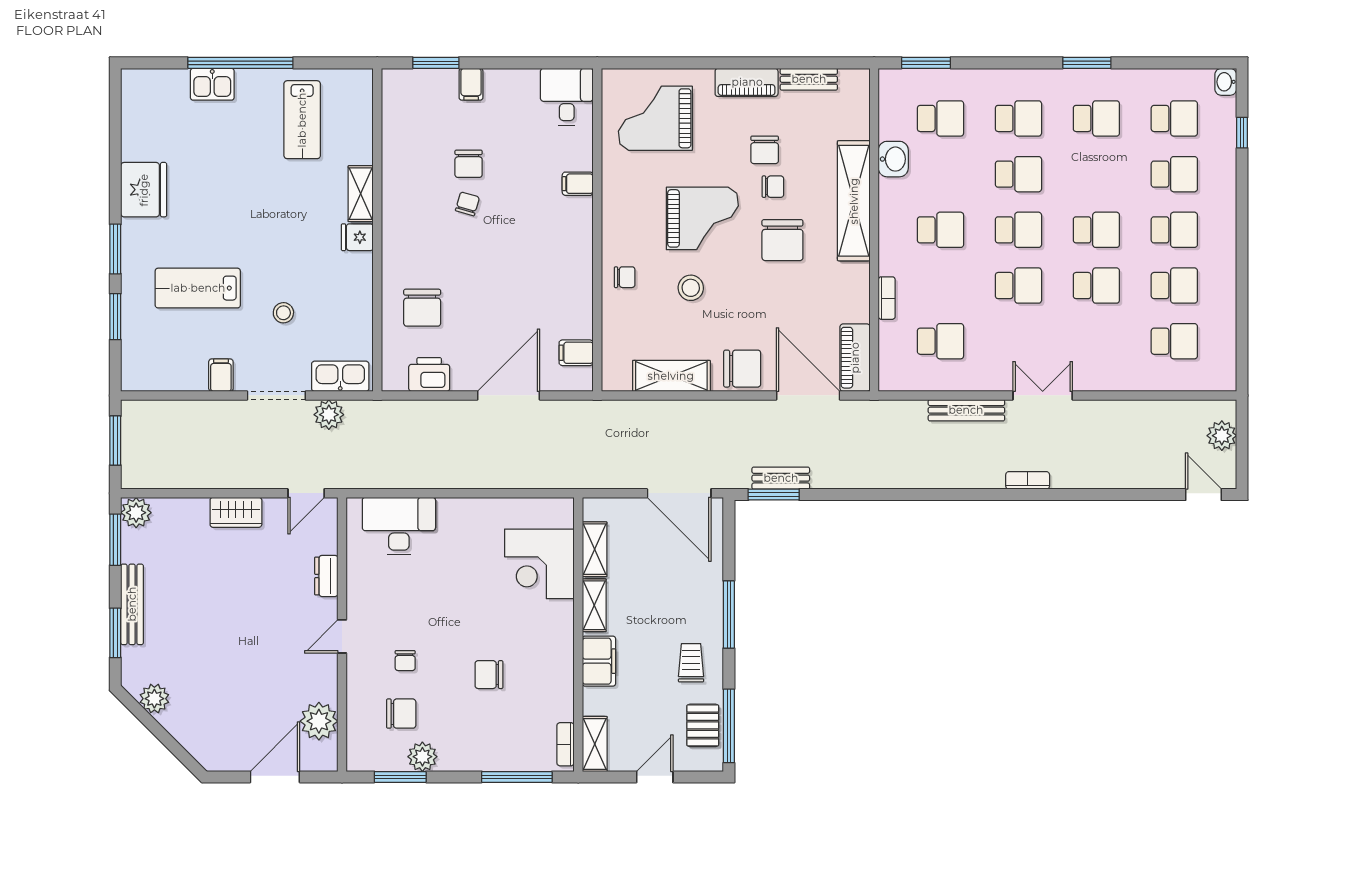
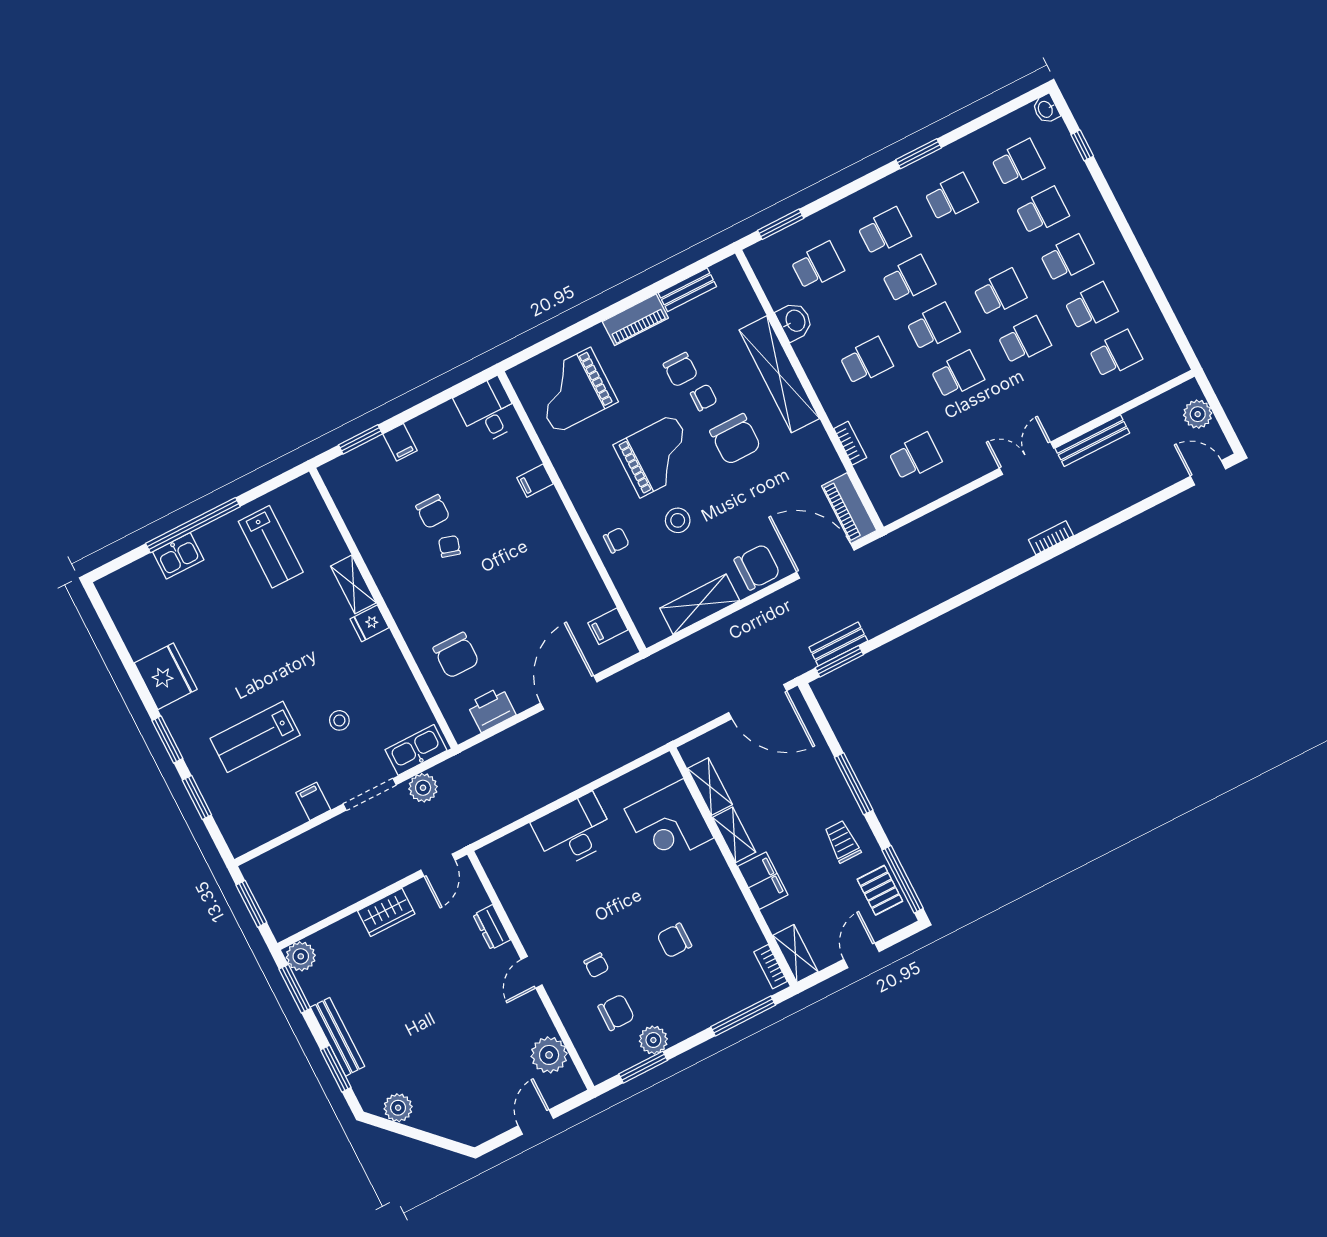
bench: (966, 410) -> (1092, 441), moved
desk: (399, 526) -> (574, 831), moved
door: (275, 777) -> (536, 1122), width x0.73

